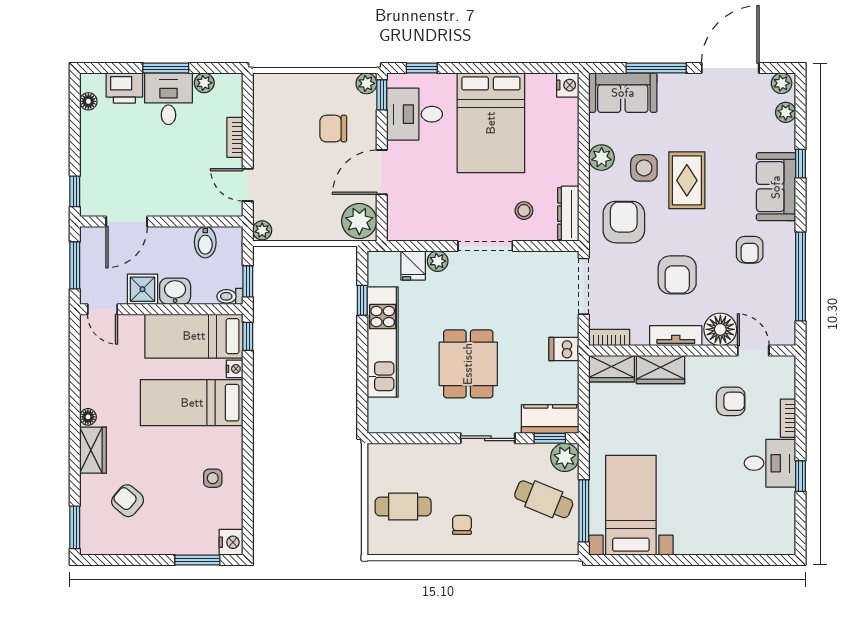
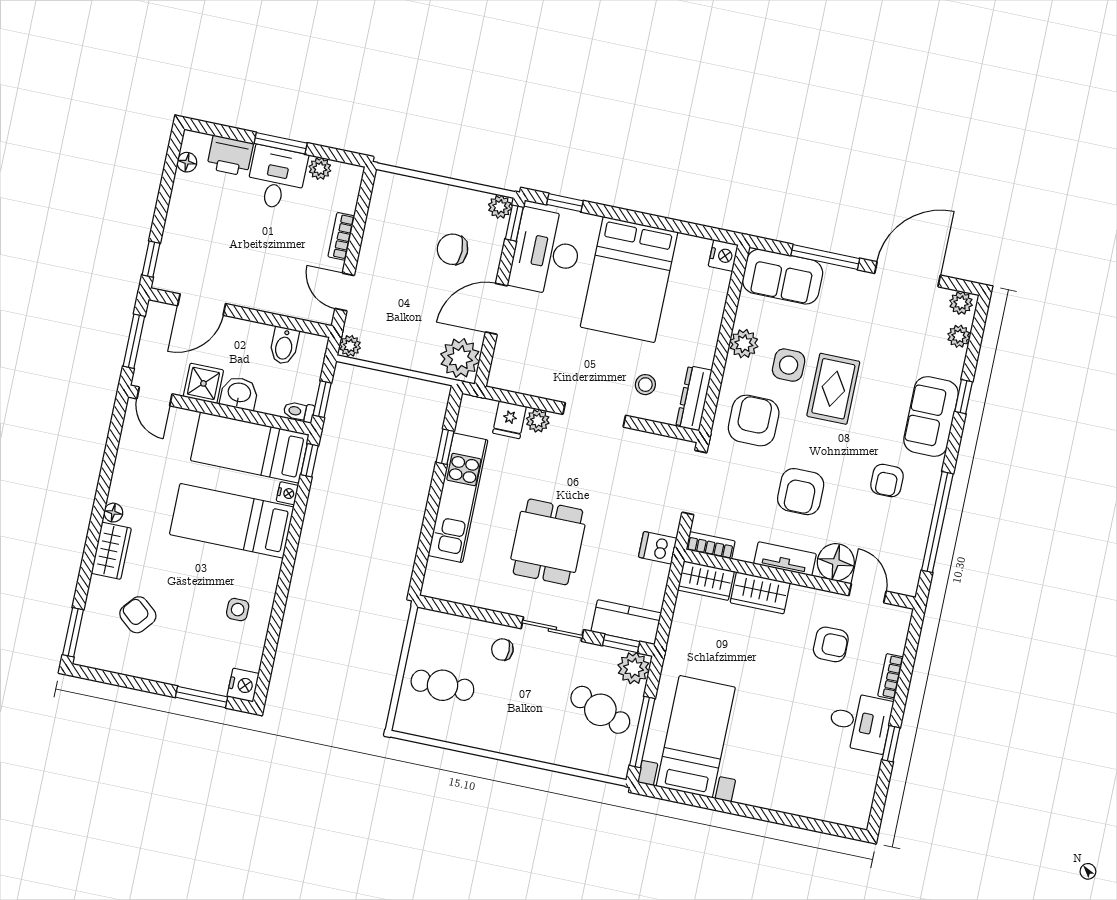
desk: (415, 114) -> (546, 252), width x1.37
chair: (462, 525) -> (502, 650), moved, turned -90

